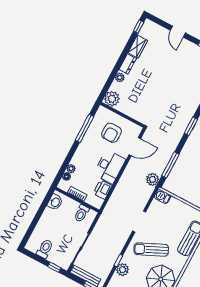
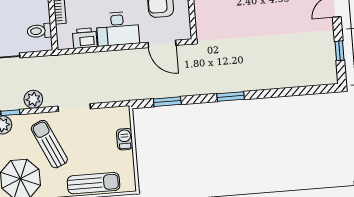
window: (170, 165) -> (167, 102), width x0.69
plant: (152, 179) -> (33, 99), moved
barbecue: (163, 197) -> (125, 139), moved

